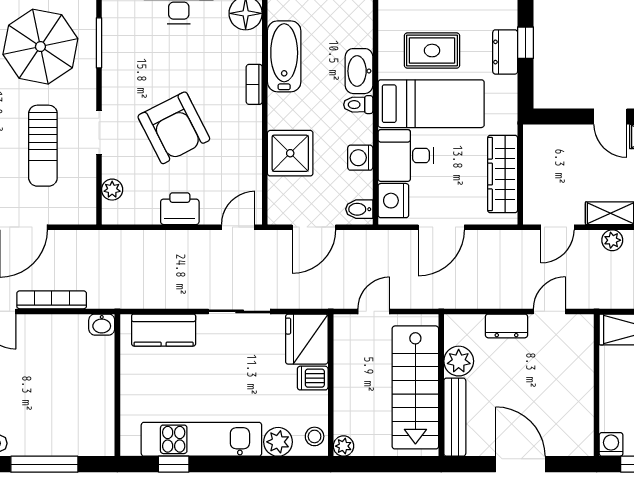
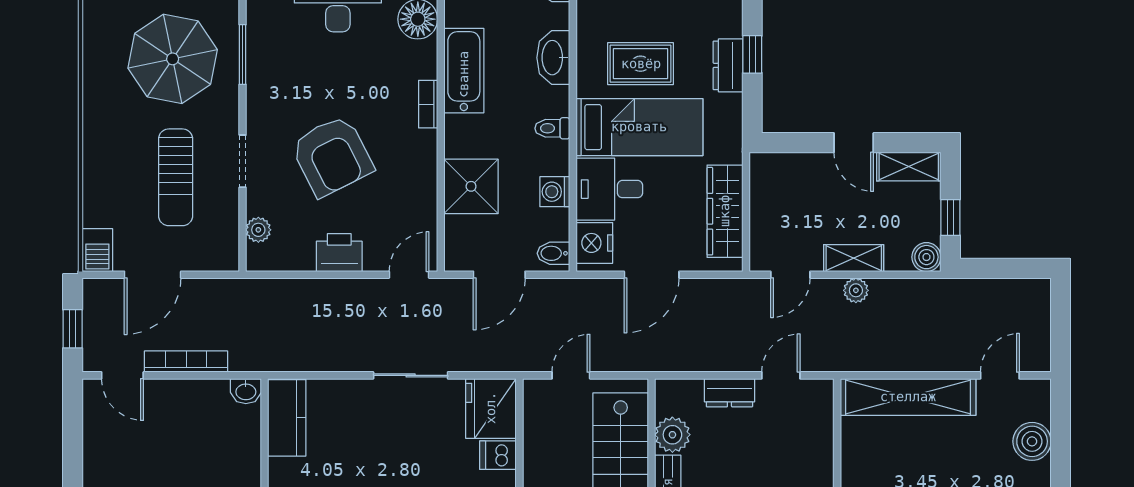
washbasin: (359, 71) -> (553, 58), moved
kitchen counter: (164, 330) -> (287, 418), moved, turned -90

